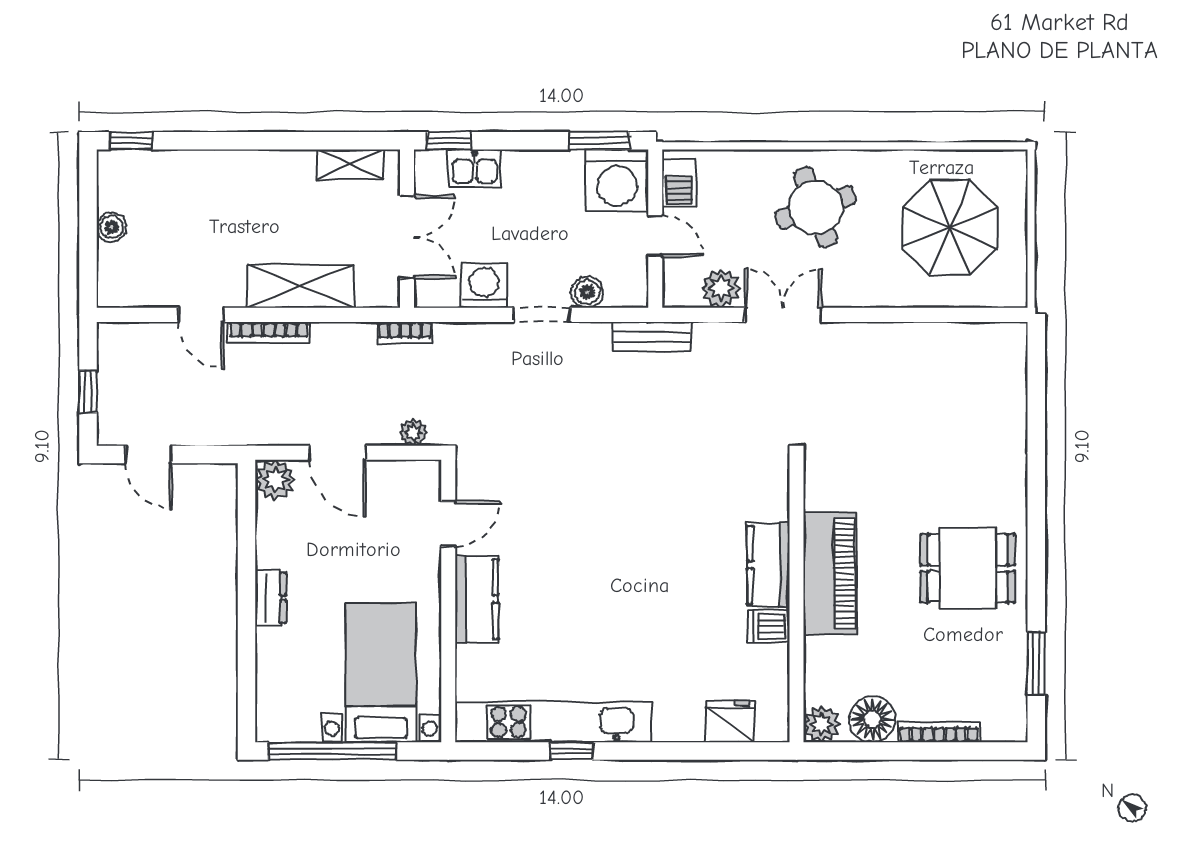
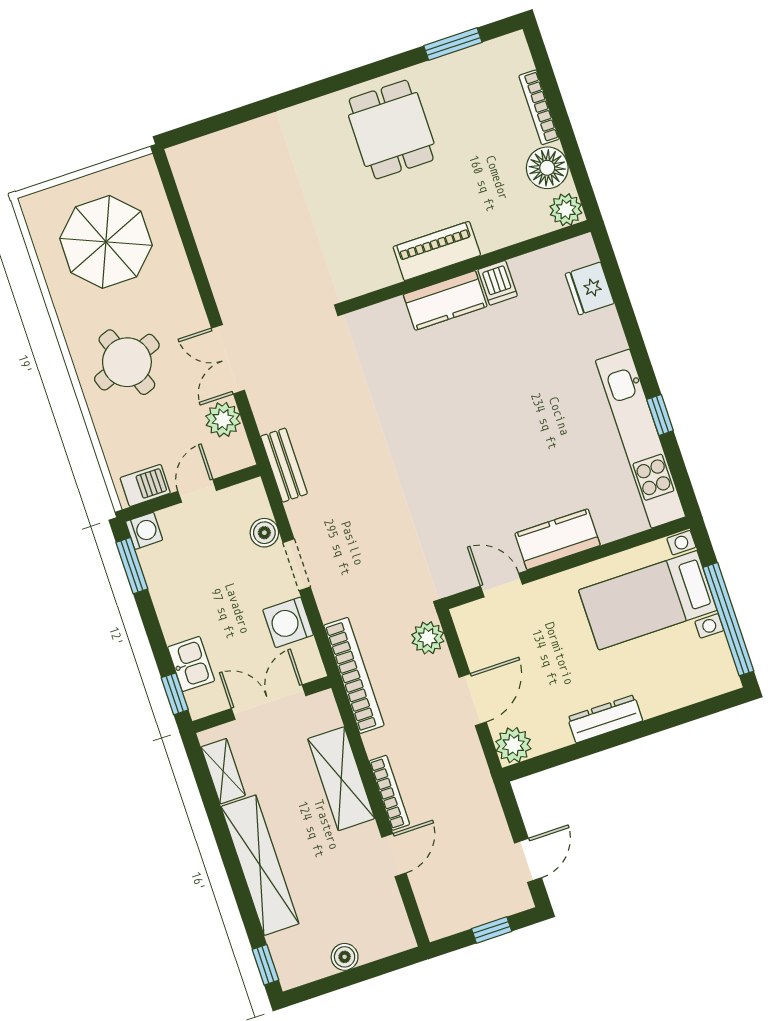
shelving: (238, 170) -> (260, 865), added
washing machine: (617, 181) -> (144, 531), width x0.53, depth x0.53
bookcase: (405, 333) -> (354, 675), width x2.31, depth x1.31
plant: (414, 432) -> (428, 638), width x1.38, depth x1.38
piano: (830, 573) -> (437, 251), width x0.73, depth x0.75
dresser: (271, 598) -> (605, 719), width x1.44

